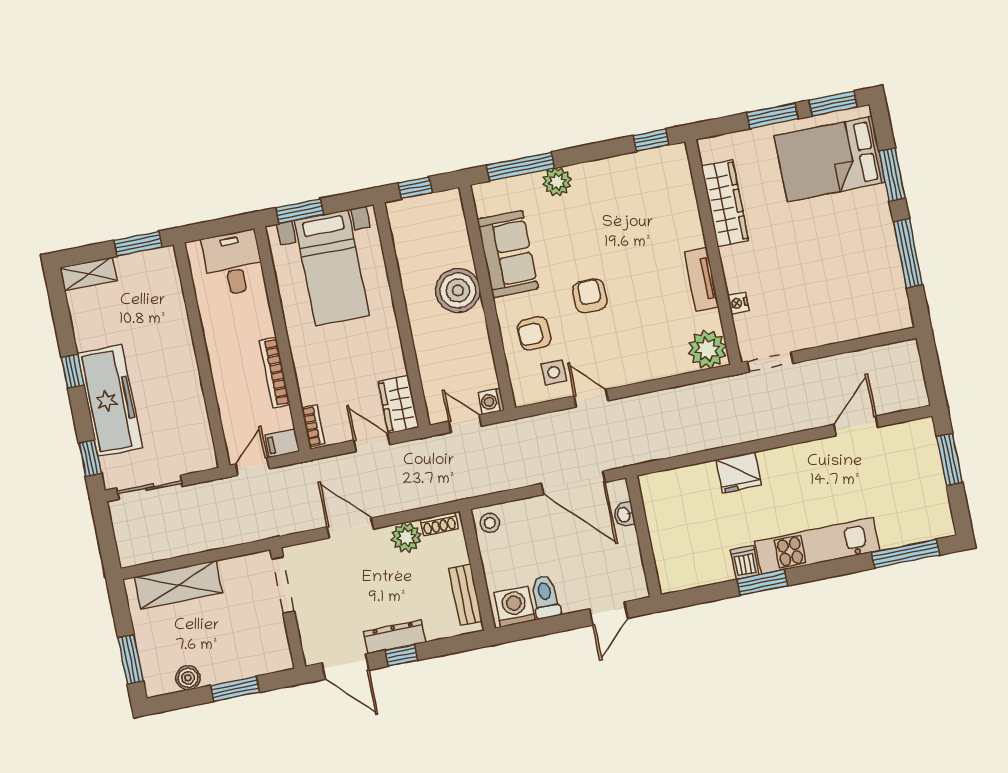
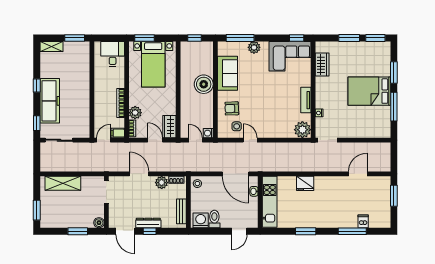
bed: (830, 159) -> (369, 91), moved
corner sofa: (644, 185) -> (290, 56), added
wardrobe: (725, 203) -> (322, 65), width x0.67
armchair: (590, 296) -> (258, 98), removed
plant: (313, 388) -> (135, 113), added
kitchen unit: (817, 546) -> (270, 202), moved, turned 90
window: (906, 554) -> (352, 231), moved
dishwasher: (745, 562) -> (363, 221), moved
boiler: (188, 678) -> (99, 223), moved

